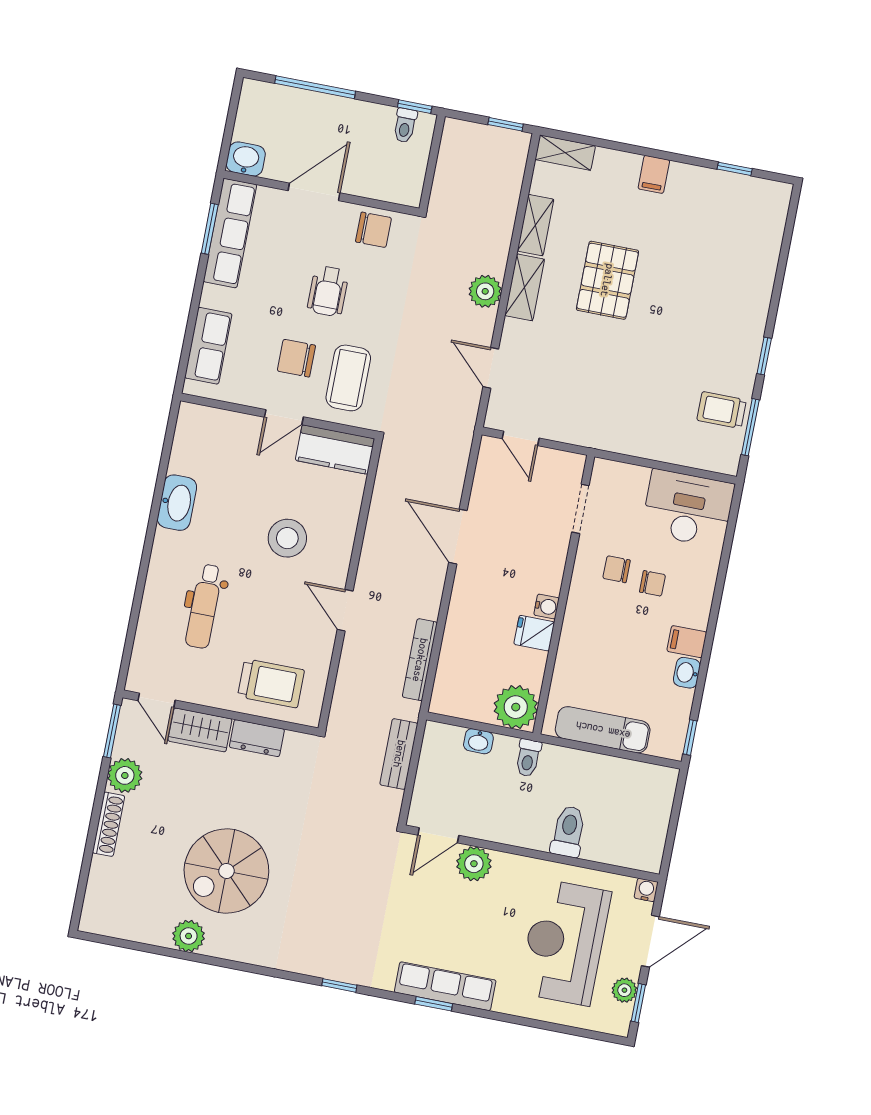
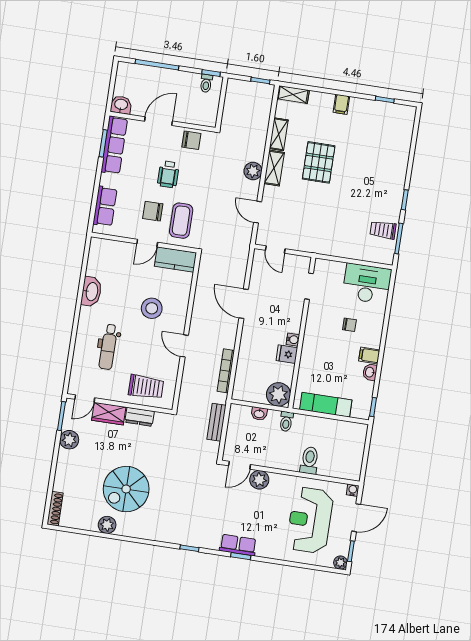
chair: (617, 569) -> (330, 318), removed
door: (157, 700) -> (85, 399), hinge flipped
shoe rack: (108, 824) -> (55, 509), moved
row of seats: (445, 986) -> (238, 545), width x0.68
plant: (624, 990) -> (340, 563), moved

